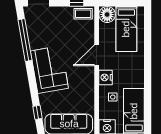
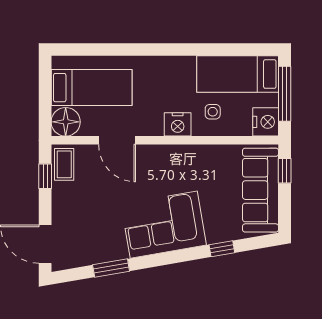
window: (25, 40) -> (111, 268), width x0.47
door: (97, 55) -> (117, 140), moved
window: (37, 112) -> (222, 249), moved

